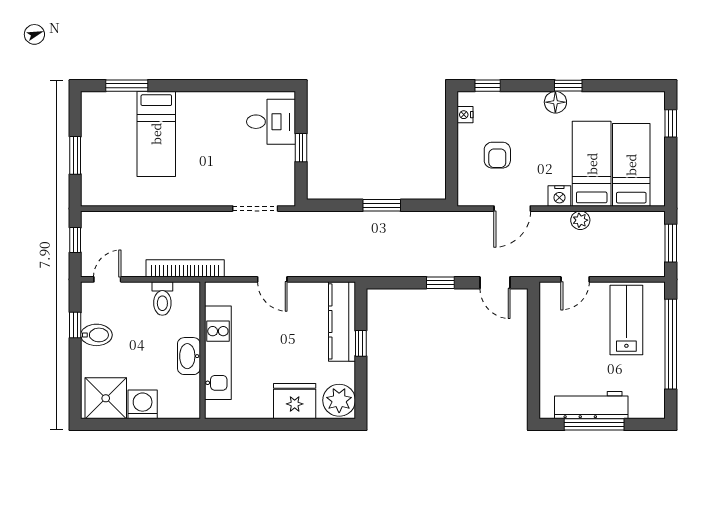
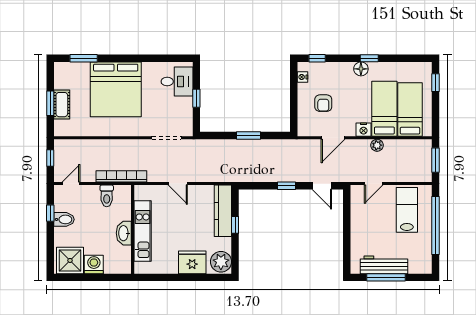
bed: (156, 134) -> (116, 89), width x2.04
cot: (93, 157) -> (62, 105), added

